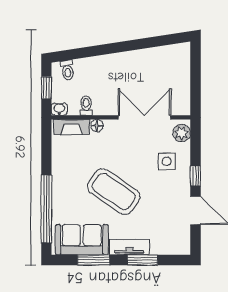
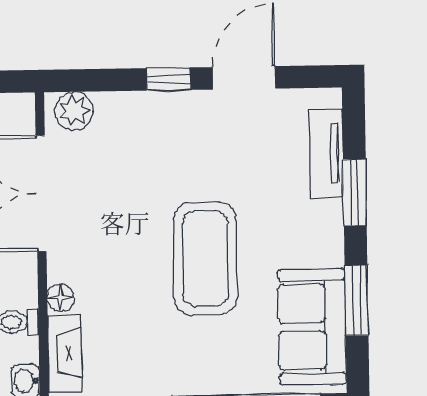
side table: (167, 161) -> (137, 143), removed
coffee table: (114, 192) -> (205, 259), turned -34
tv unit: (129, 247) -> (326, 153), moved

